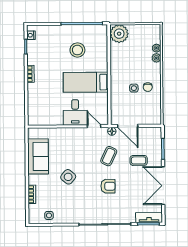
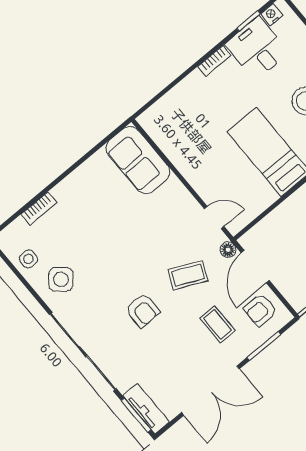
desk: (75, 112) -> (257, 48), moved, turned 90
door: (94, 126) -> (214, 218), hinge flipped
armchair: (147, 138) -> (260, 310), added
sofa: (38, 156) -> (138, 160), moved, turned 90
side table: (68, 177) -> (61, 279), moved
double door: (163, 186) -> (210, 391), swing flipped

